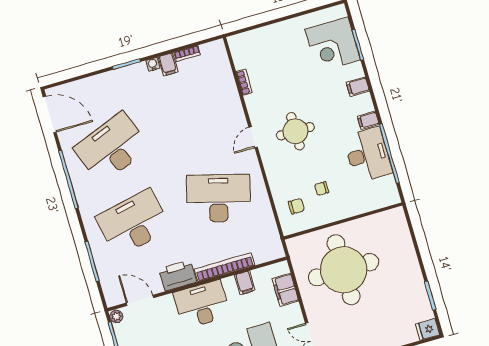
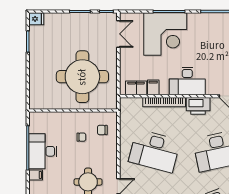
filing cabinet: (285, 290) -> (136, 88), moved, turned -90

